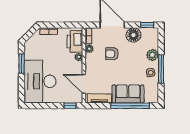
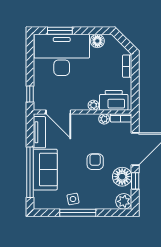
window: (147, 25) -> (135, 181), moved
floor lamp: (29, 54) -> (97, 41), added
armchair: (112, 54) -> (95, 162), moved
plant: (152, 55) -> (124, 201), moved
window: (21, 63) -> (60, 31), moved
door: (84, 84) -> (58, 112), swing flipped

